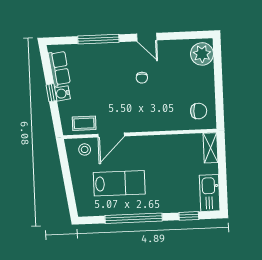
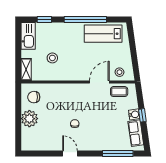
window: (98, 39) -> (118, 154), moved
plant: (202, 54) -> (29, 119), moved
stool: (176, 165) -> (52, 58), added
lab bench: (119, 183) -> (103, 34), moved

